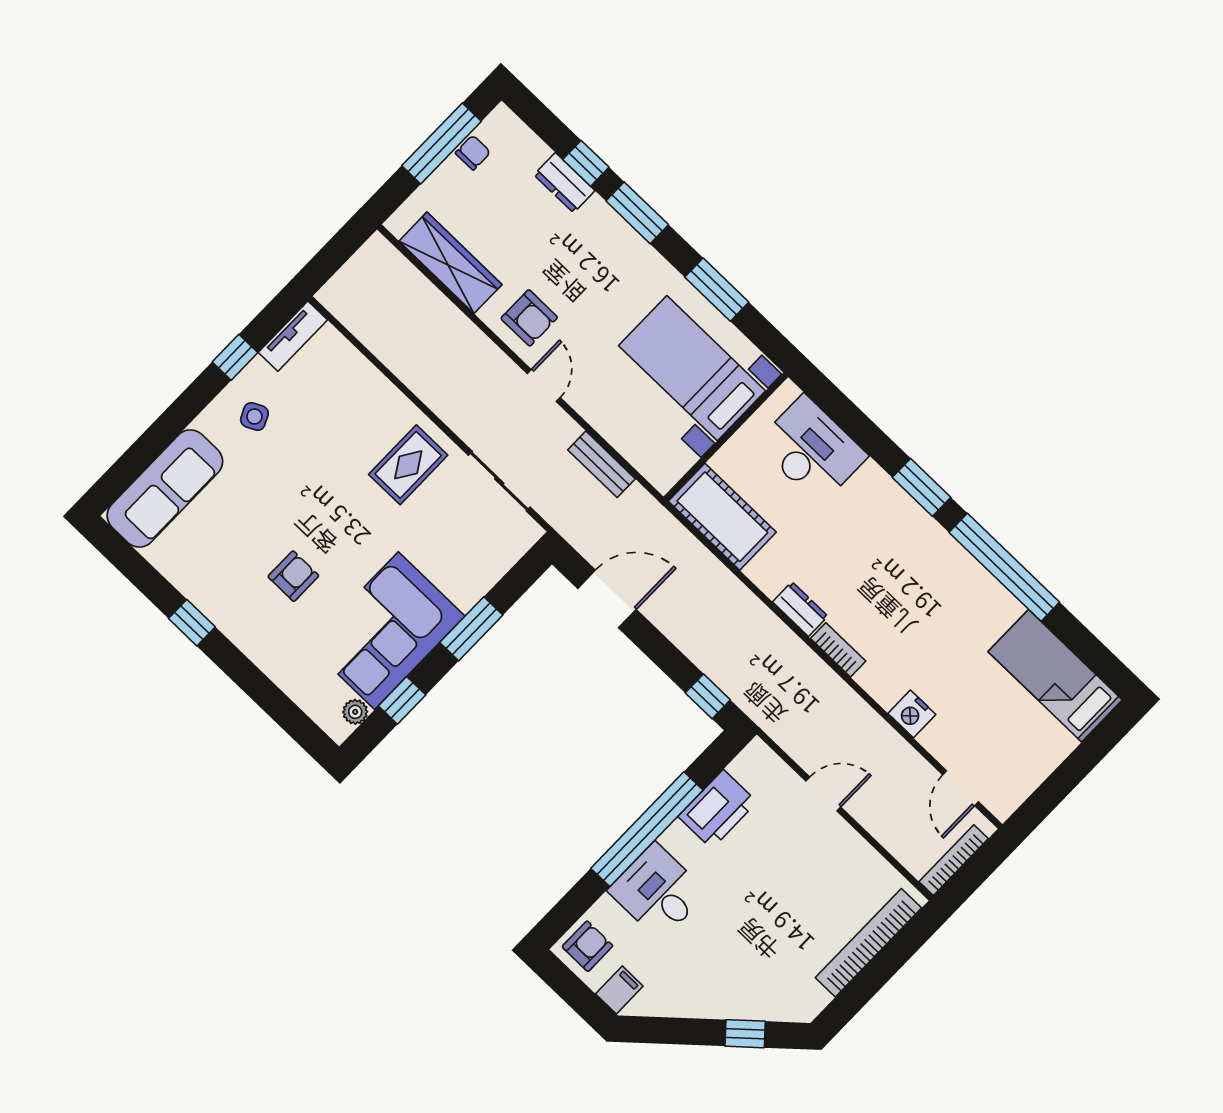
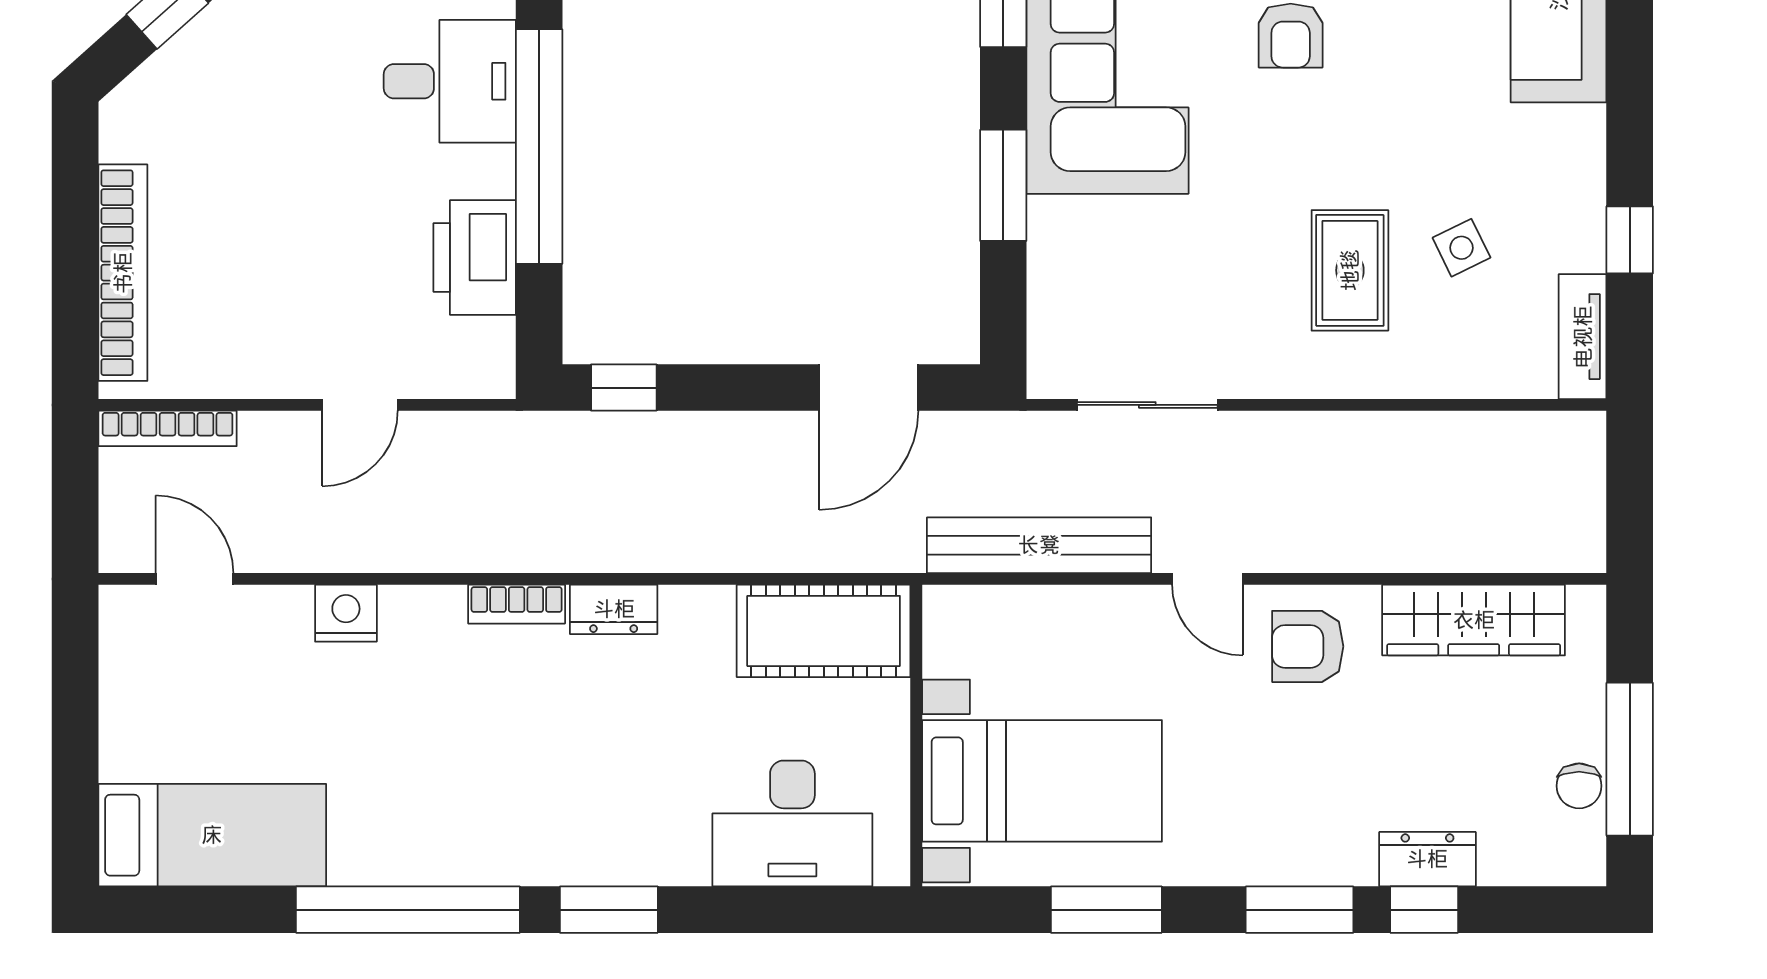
side table: (254, 416) -> (1461, 248), moved
bench: (602, 464) -> (1039, 545), width x1.86, depth x1.21
rug: (408, 465) -> (1350, 270), moved
bookcase: (954, 860) -> (168, 428), moved, turned 90

